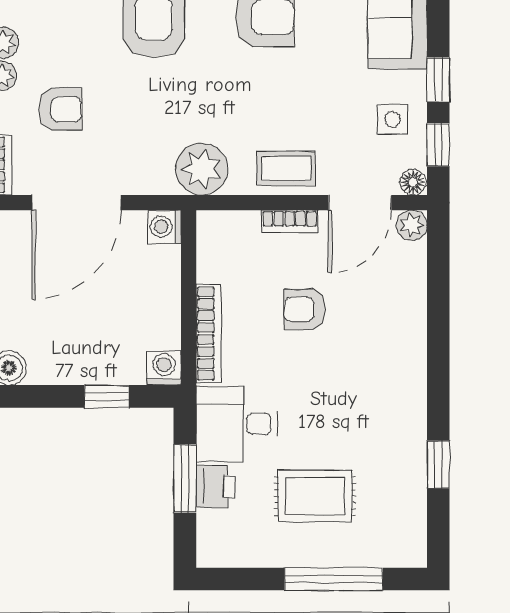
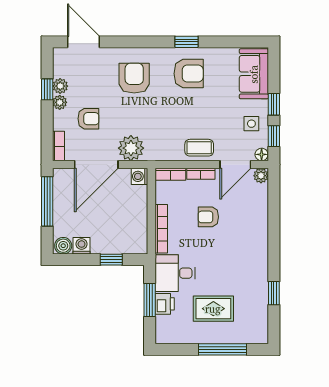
plant: (202, 169) -> (131, 148), moved
bookcase: (227, 222) -> (170, 174), added
washing machine: (164, 368) -> (82, 246), moved

